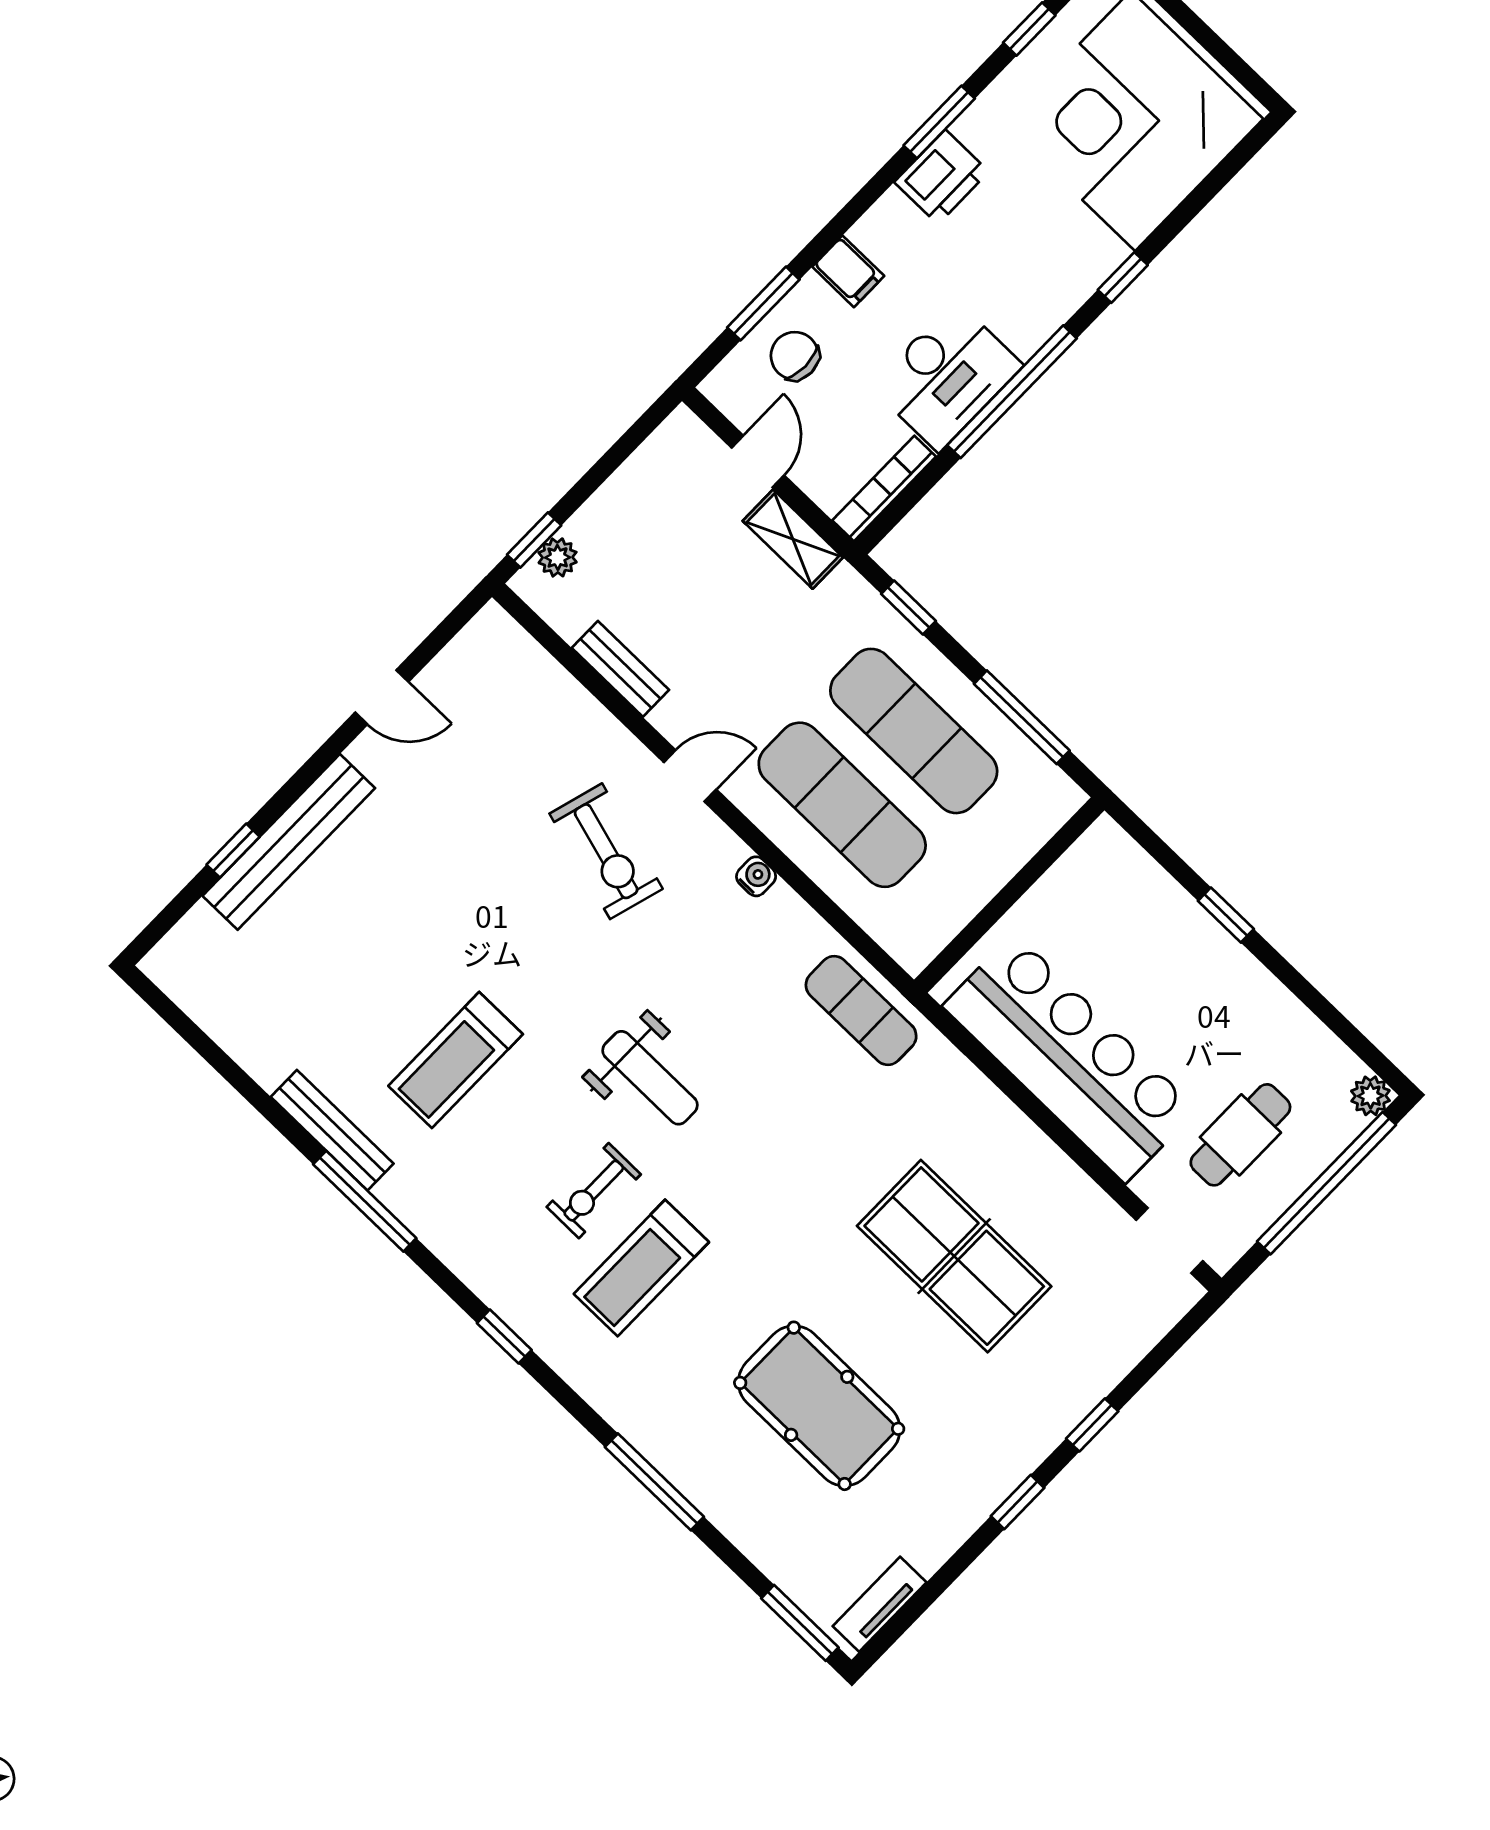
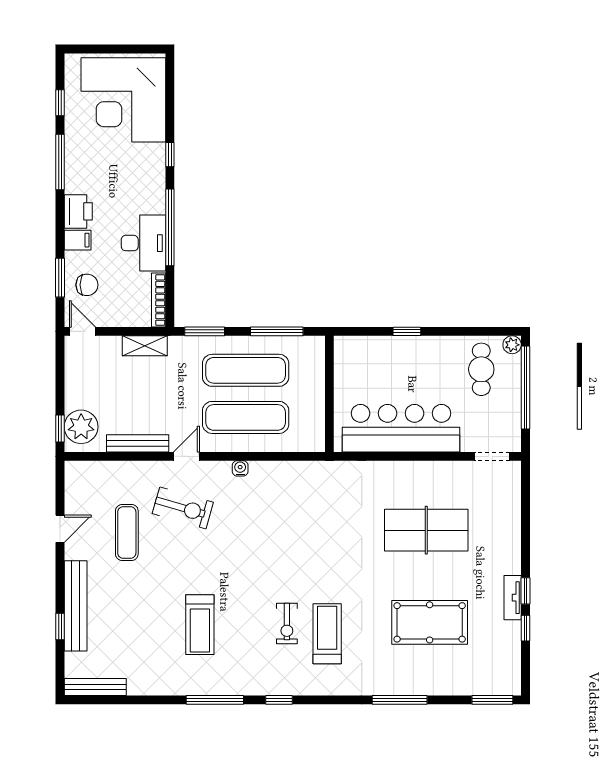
window: (939, 122) -> (60, 162), width x1.44
printer: (942, 177) -> (78, 211), moved
chair: (795, 356) -> (87, 285), turned 180
door: (758, 461) -> (82, 331), moved
plant: (558, 557) -> (81, 427), width x1.87, depth x1.87
window: (909, 608) -> (205, 331), width x1.50
bench: (620, 669) -> (138, 443), width x1.36
exercise mat: (861, 1011) -> (127, 532), moved, turned 90
weight bench: (650, 1078) -> (269, 568), removed
bench: (332, 1130) -> (95, 687), moved
cafe table: (1240, 1135) -> (481, 369), moved
treadmill: (641, 1268) -> (327, 634), turned 180
window: (504, 1337) -> (279, 700), moved
window: (1092, 1425) -> (525, 628), moved
tv unit: (880, 1604) -> (513, 598), moved

